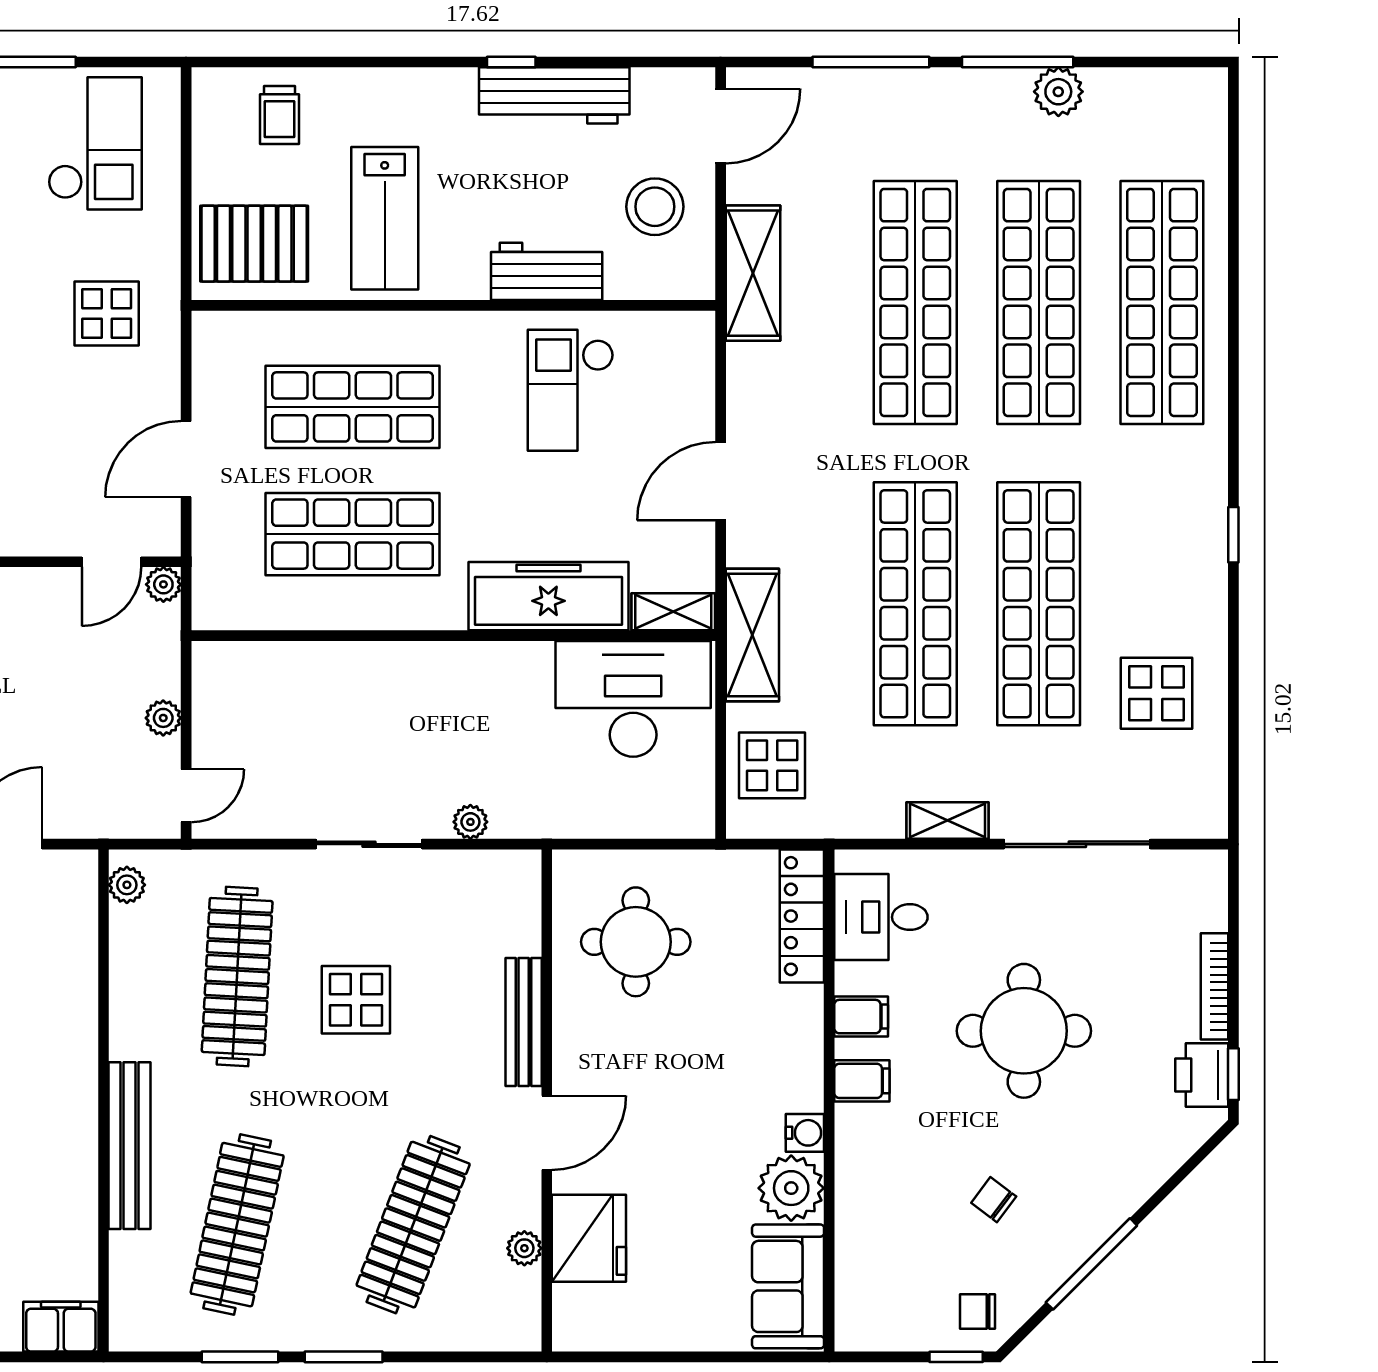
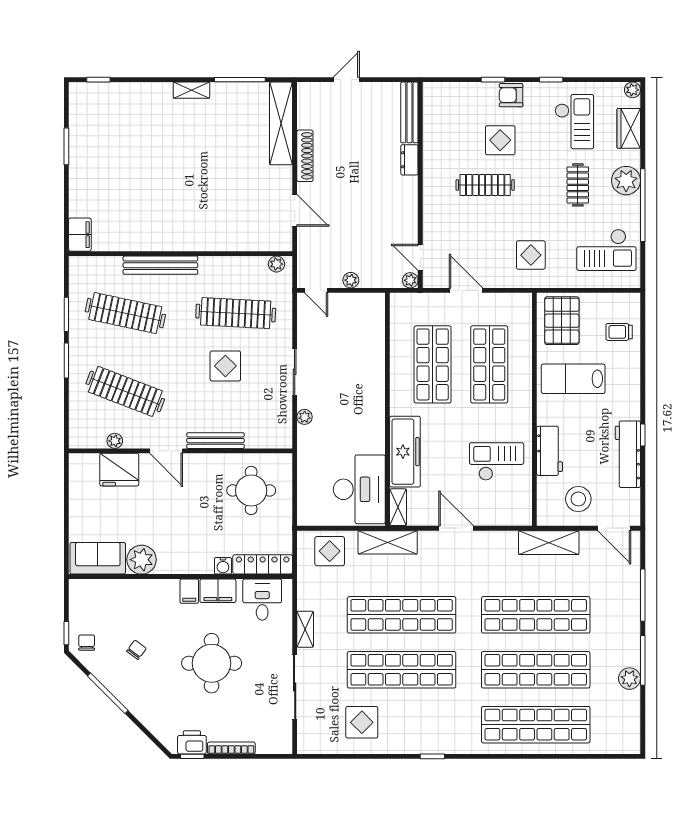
filing cabinet: (861, 1017) -> (218, 591), width x2.00
water cooler: (805, 1133) -> (223, 566), moved

